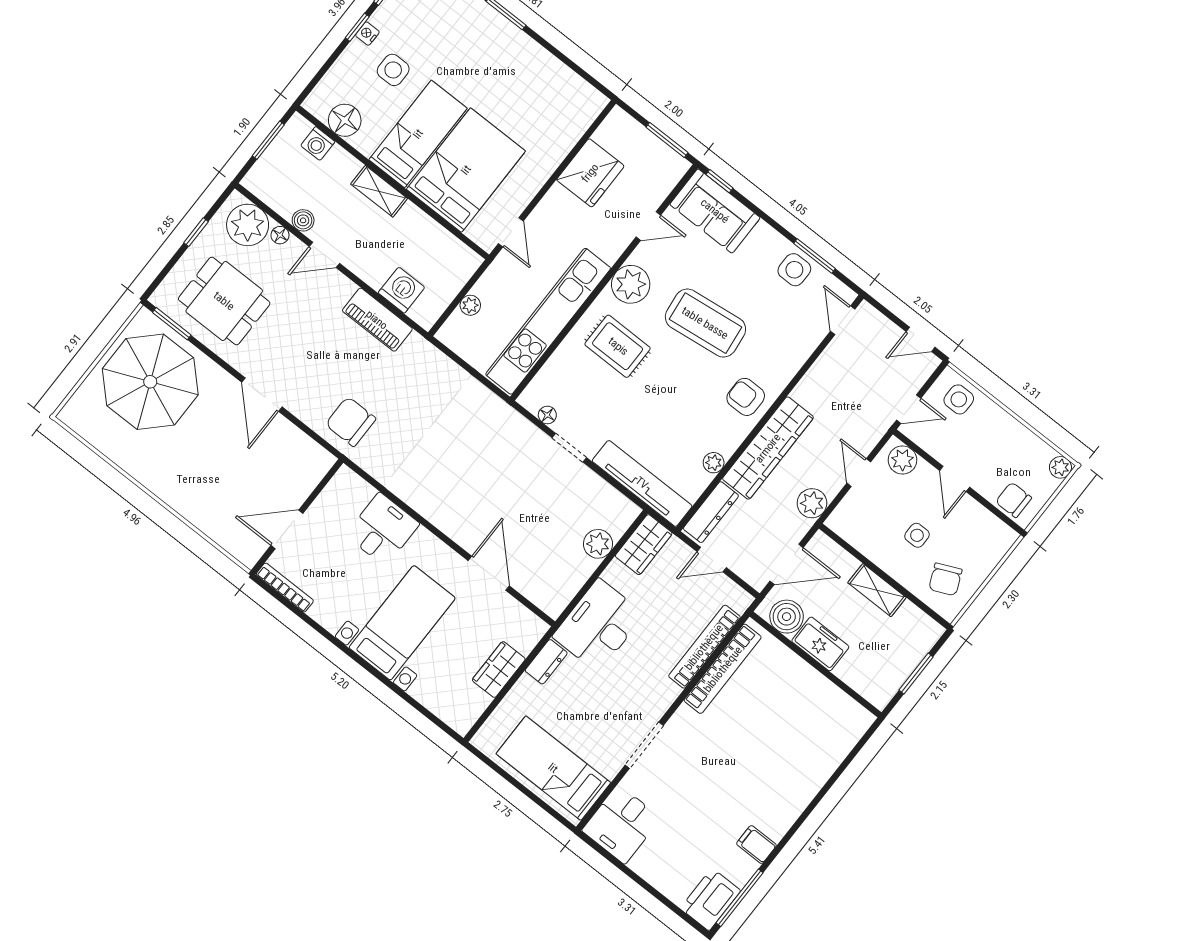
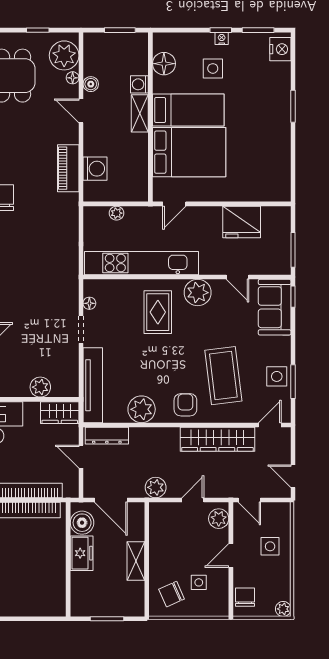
washing machine: (318, 144) -> (139, 84), moved
coffee table: (705, 323) -> (223, 376), moved
side table: (959, 399) -> (270, 546), moved
wardrobe: (768, 448) -> (217, 439), moved
plant: (714, 463) -> (142, 409), width x1.87, depth x1.87
side table: (917, 535) -> (199, 582), moved

